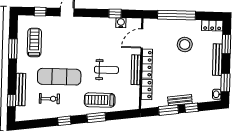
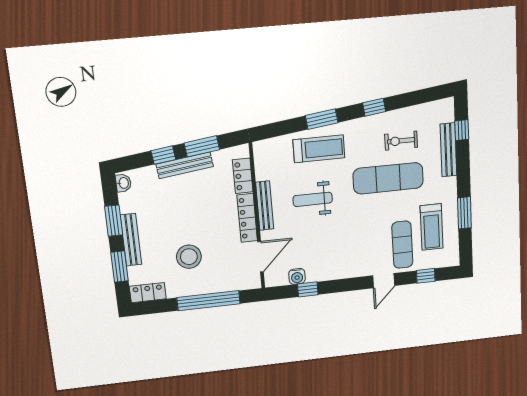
exercise mat: (54, 34) -> (402, 245), added
window: (225, 83) -> (114, 221), moved
bench: (180, 100) -> (185, 165), width x1.36

